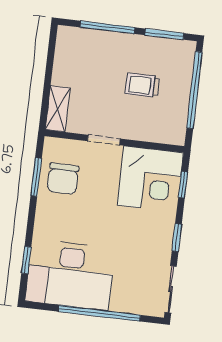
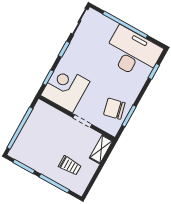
trolley: (142, 85) -> (70, 166), moved
chair: (63, 179) -> (114, 109), turned -103

